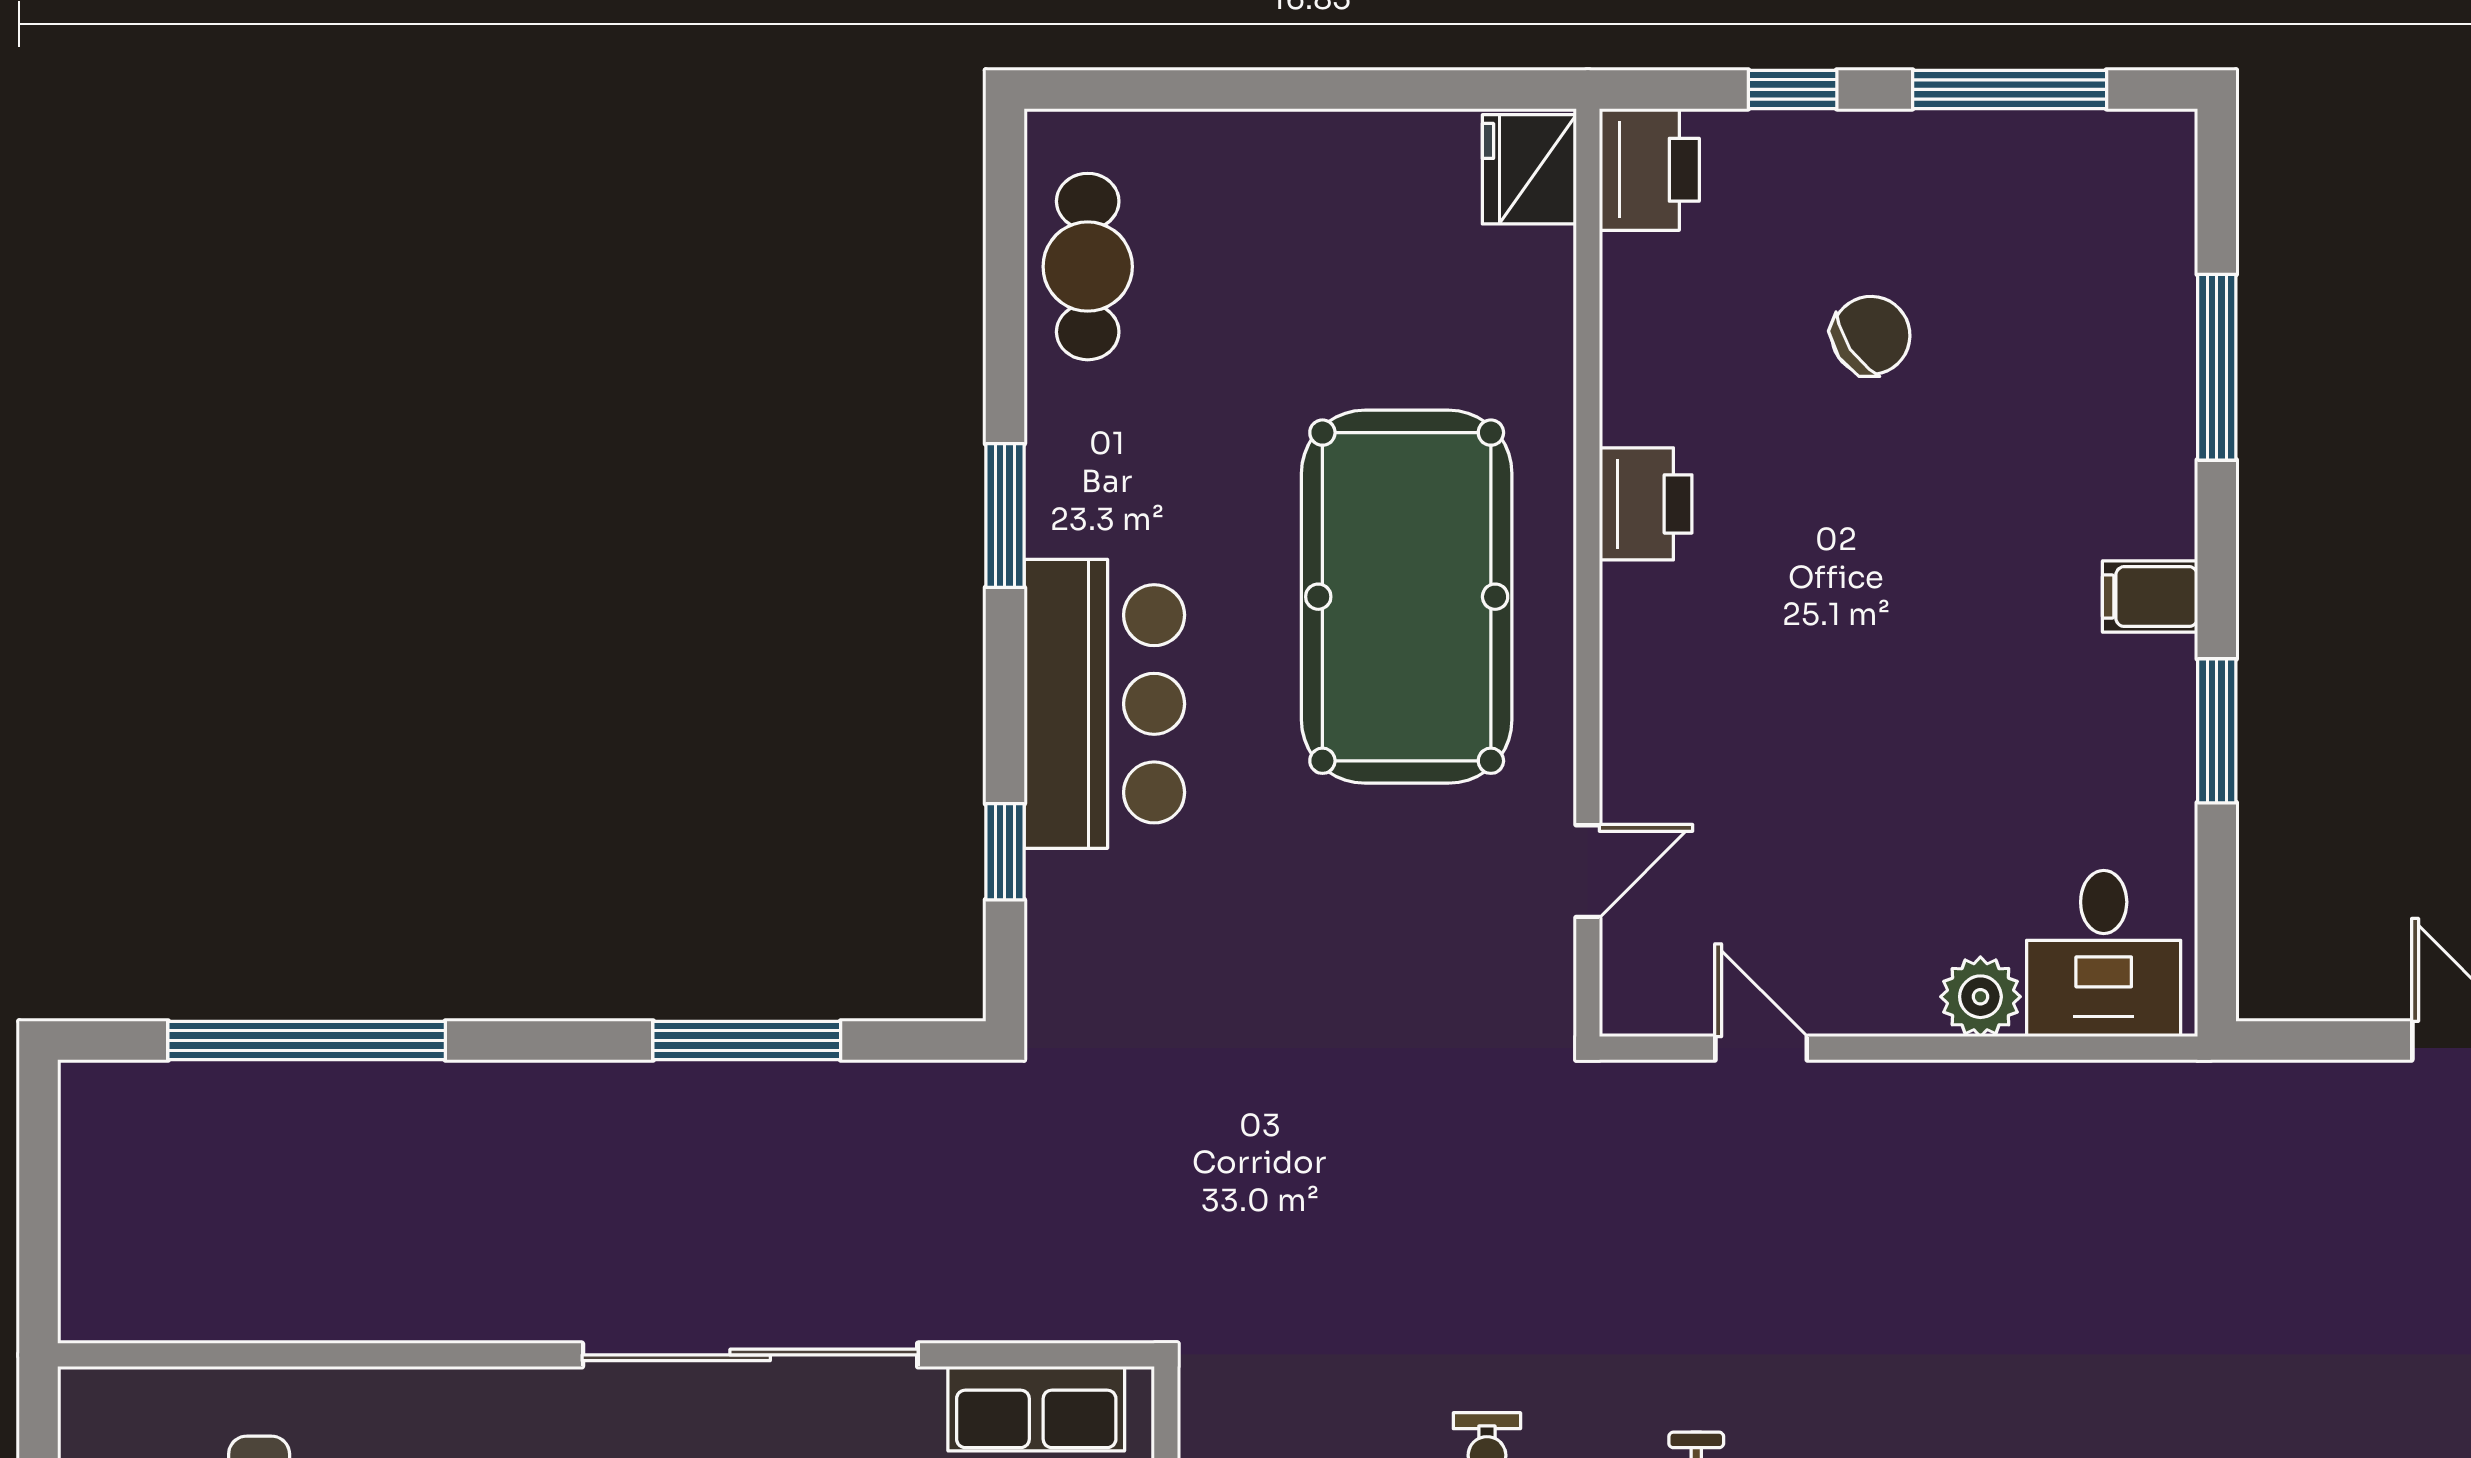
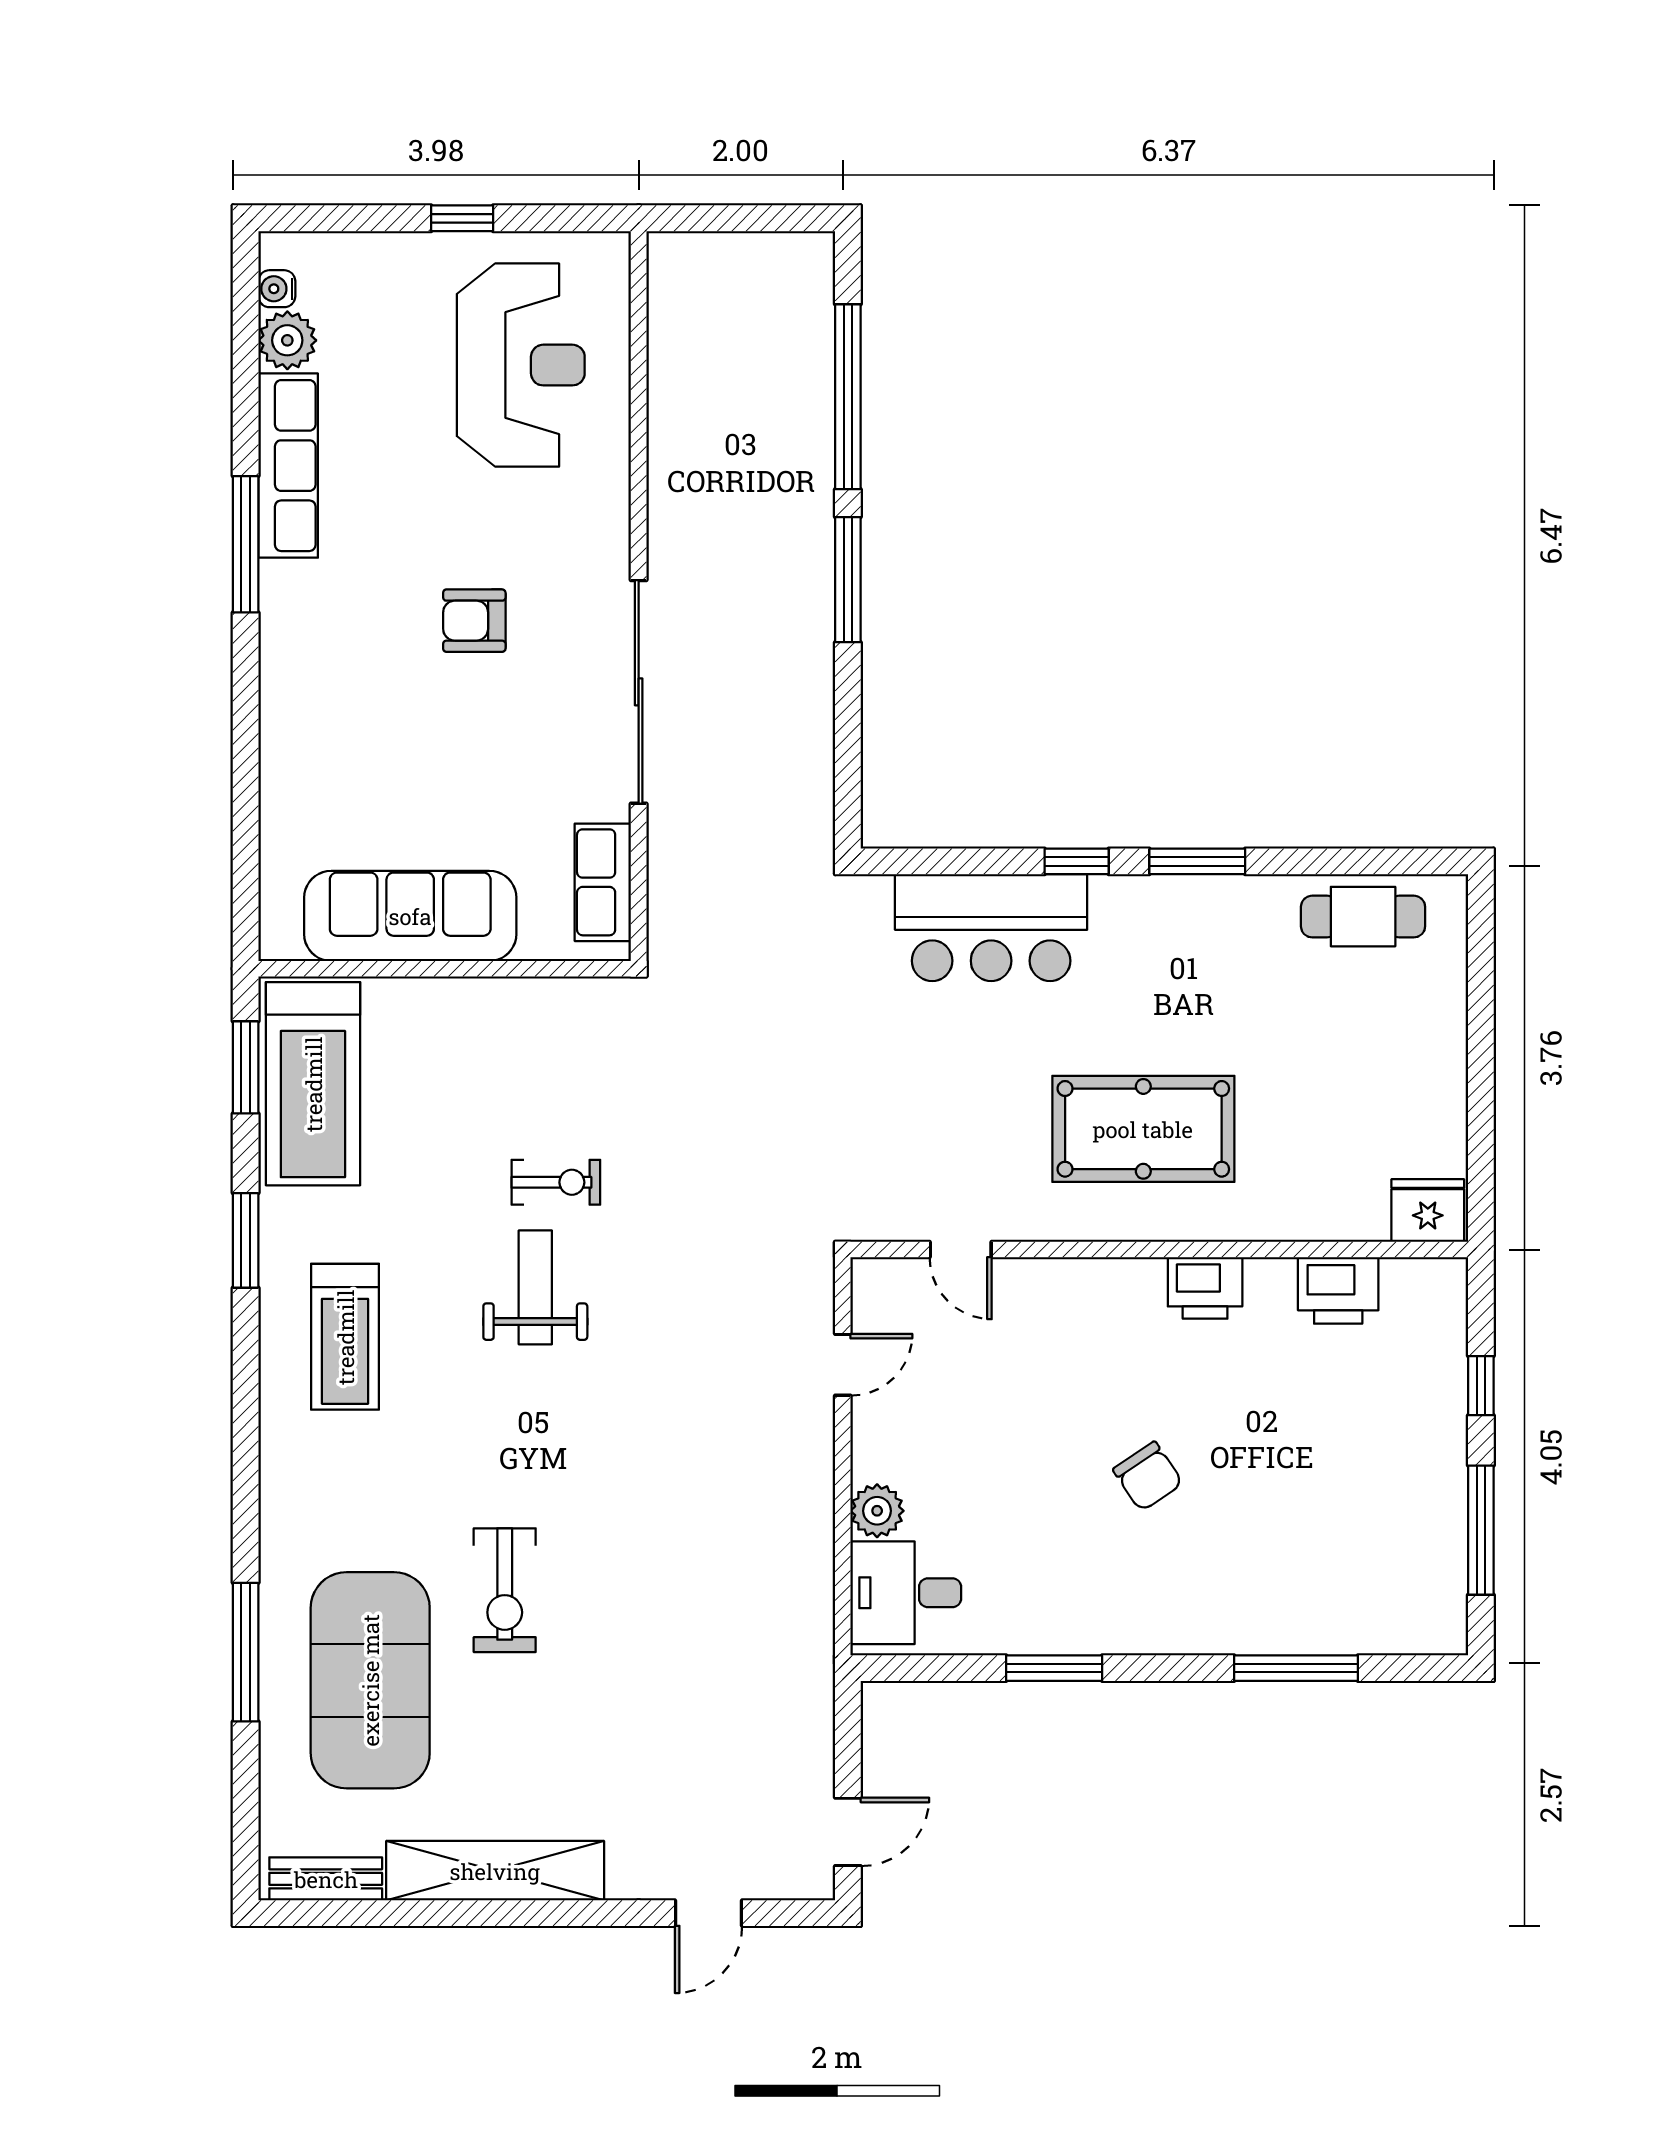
printer: (1649, 170) -> (1338, 1290), moved
chair: (1871, 335) -> (1148, 1476), moved
pool table: (1407, 597) -> (1143, 1129), width x0.73, depth x0.76
filing cabinet: (2150, 597) -> (1143, 1624), removed
bar counter: (1104, 704) -> (991, 928), moved
window: (1005, 852) -> (1077, 861), moved
window: (747, 1041) -> (848, 580), moved

